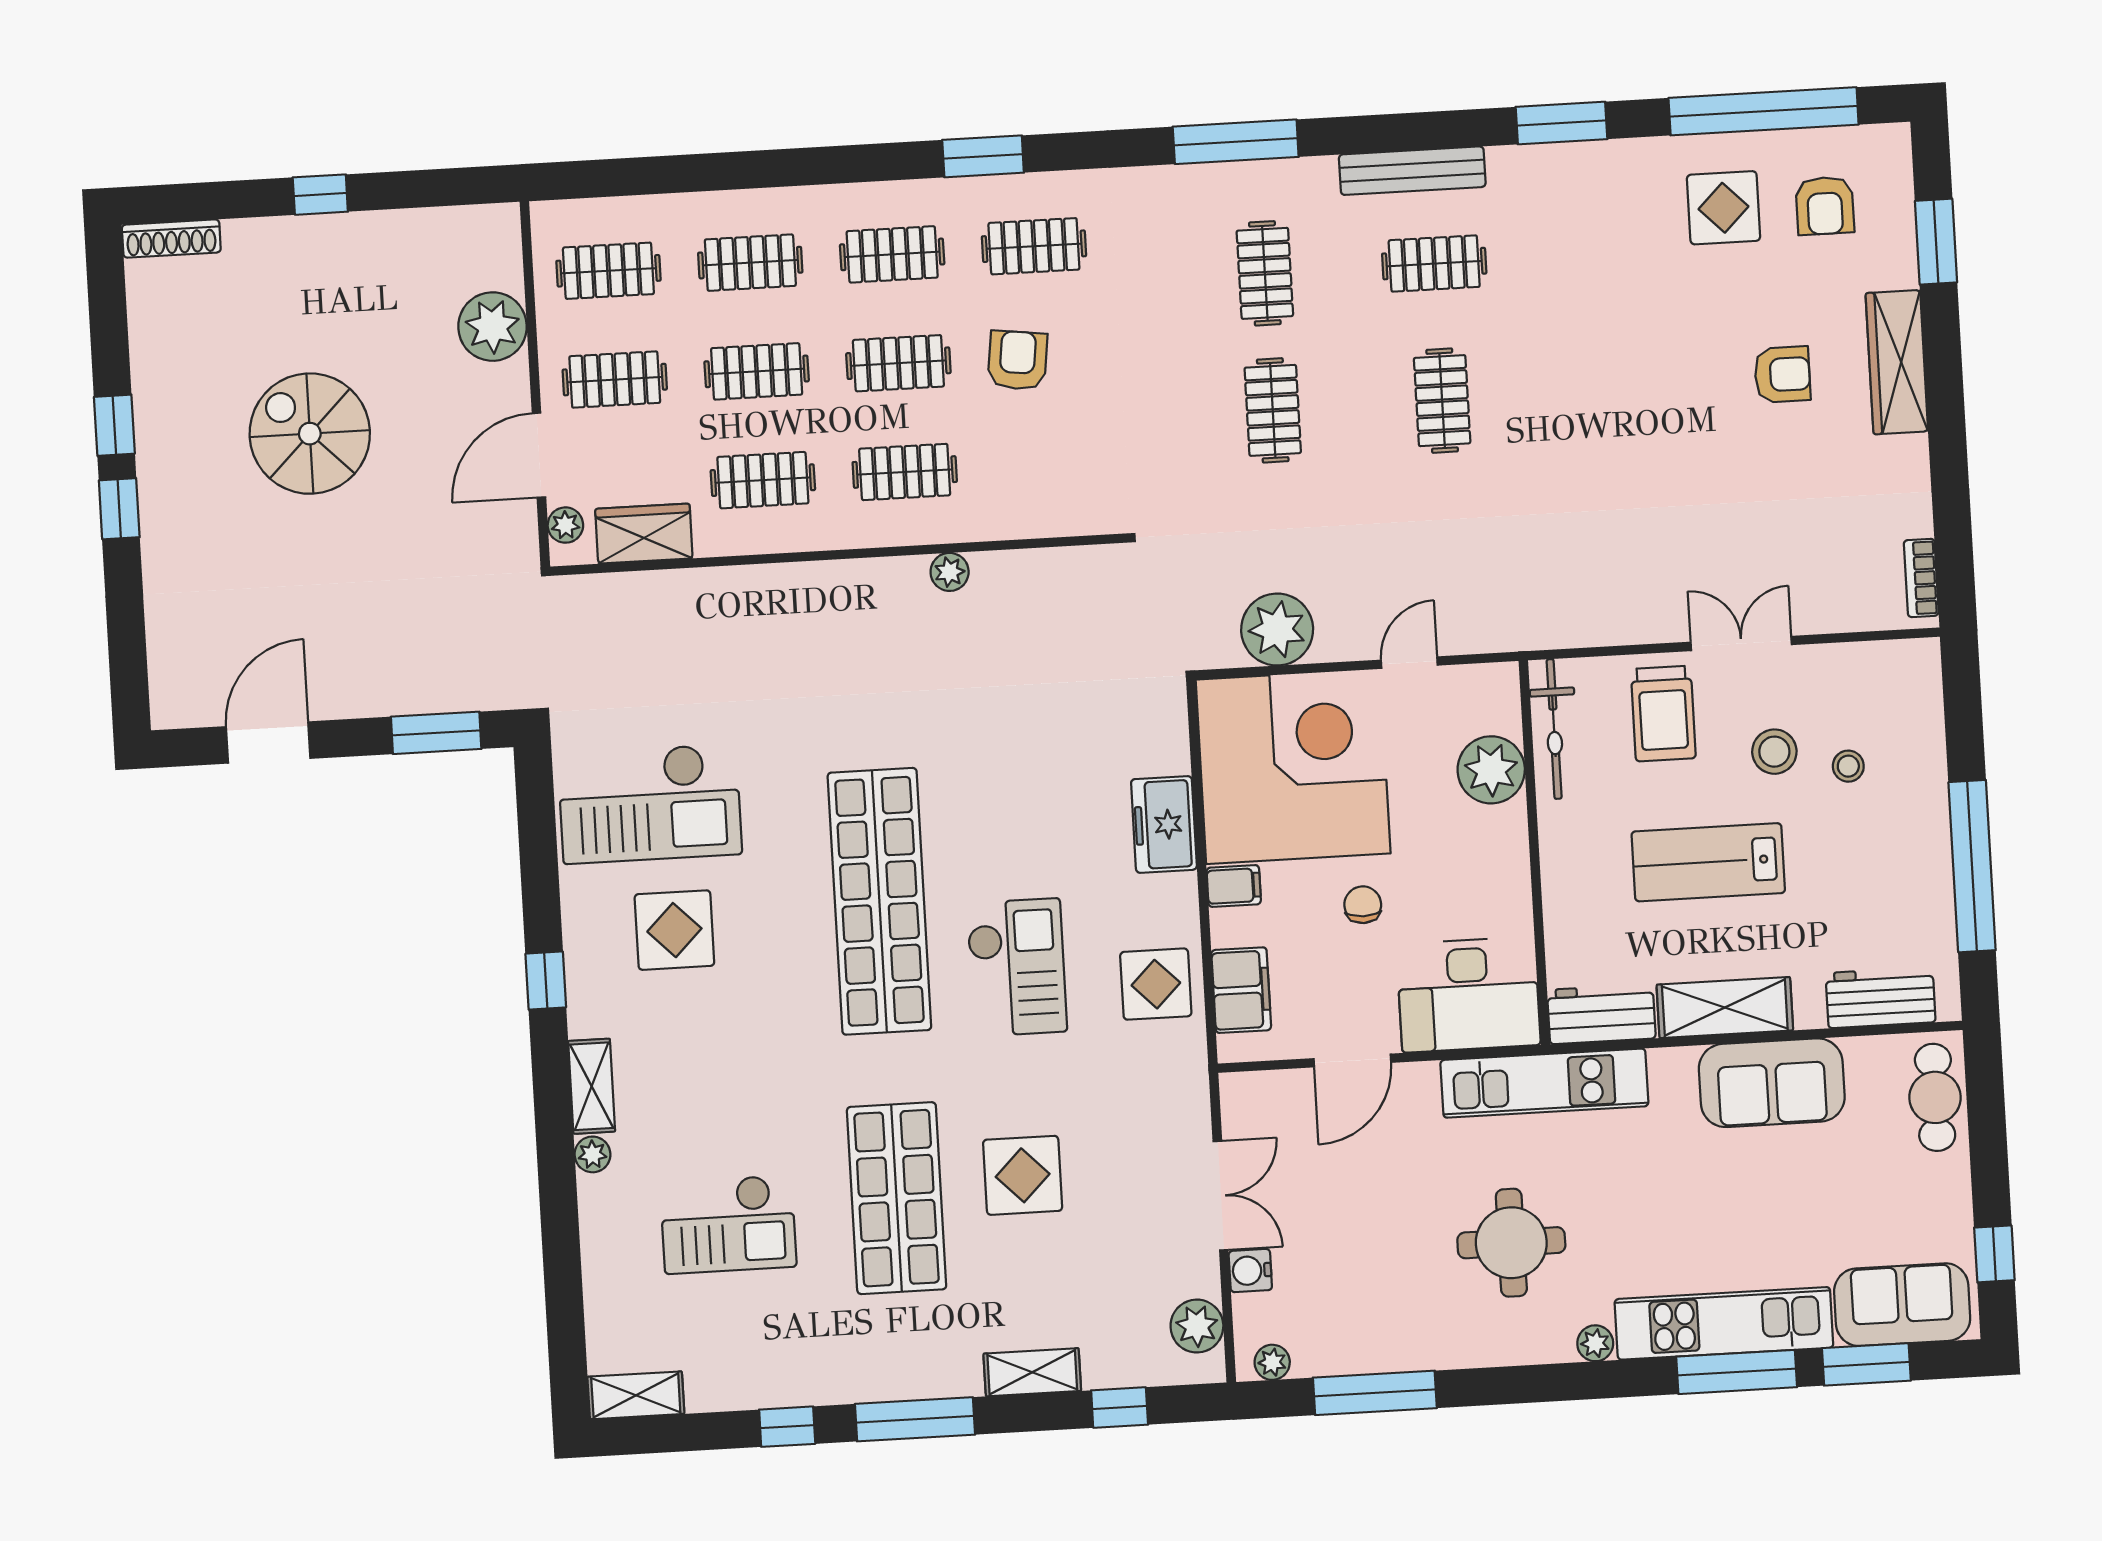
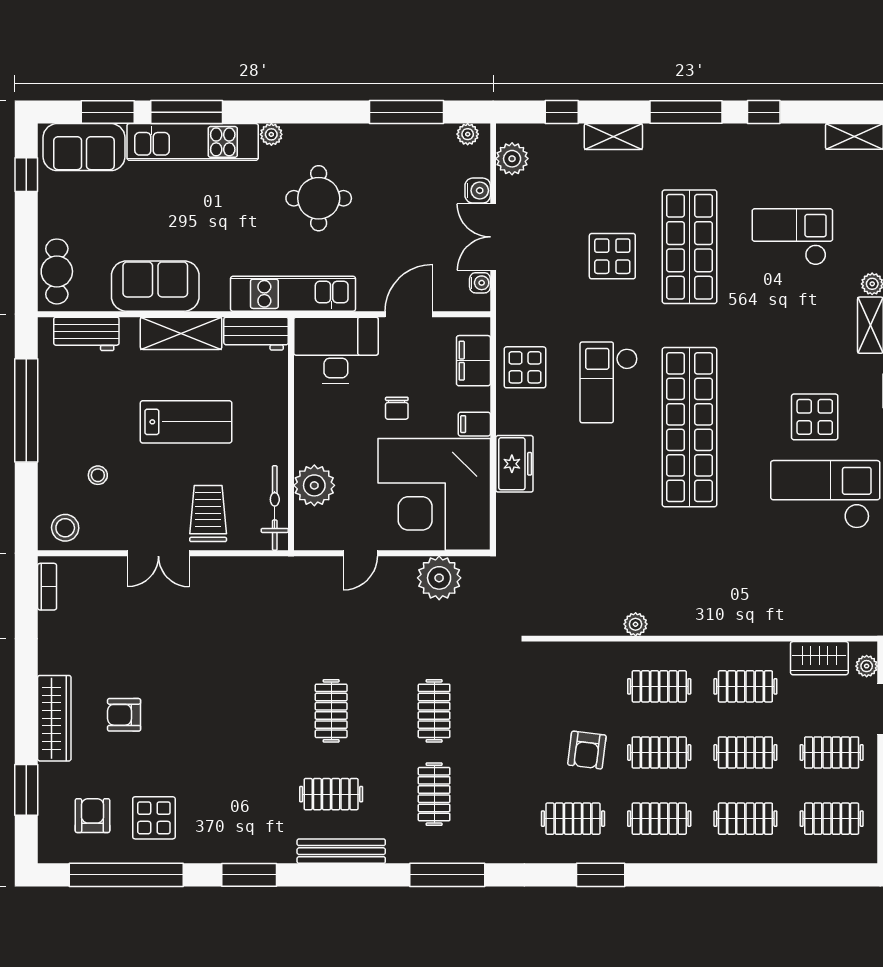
stool: (1774, 752) -> (65, 528), moved
water cooler: (1238, 1119) -> (480, 283), added

